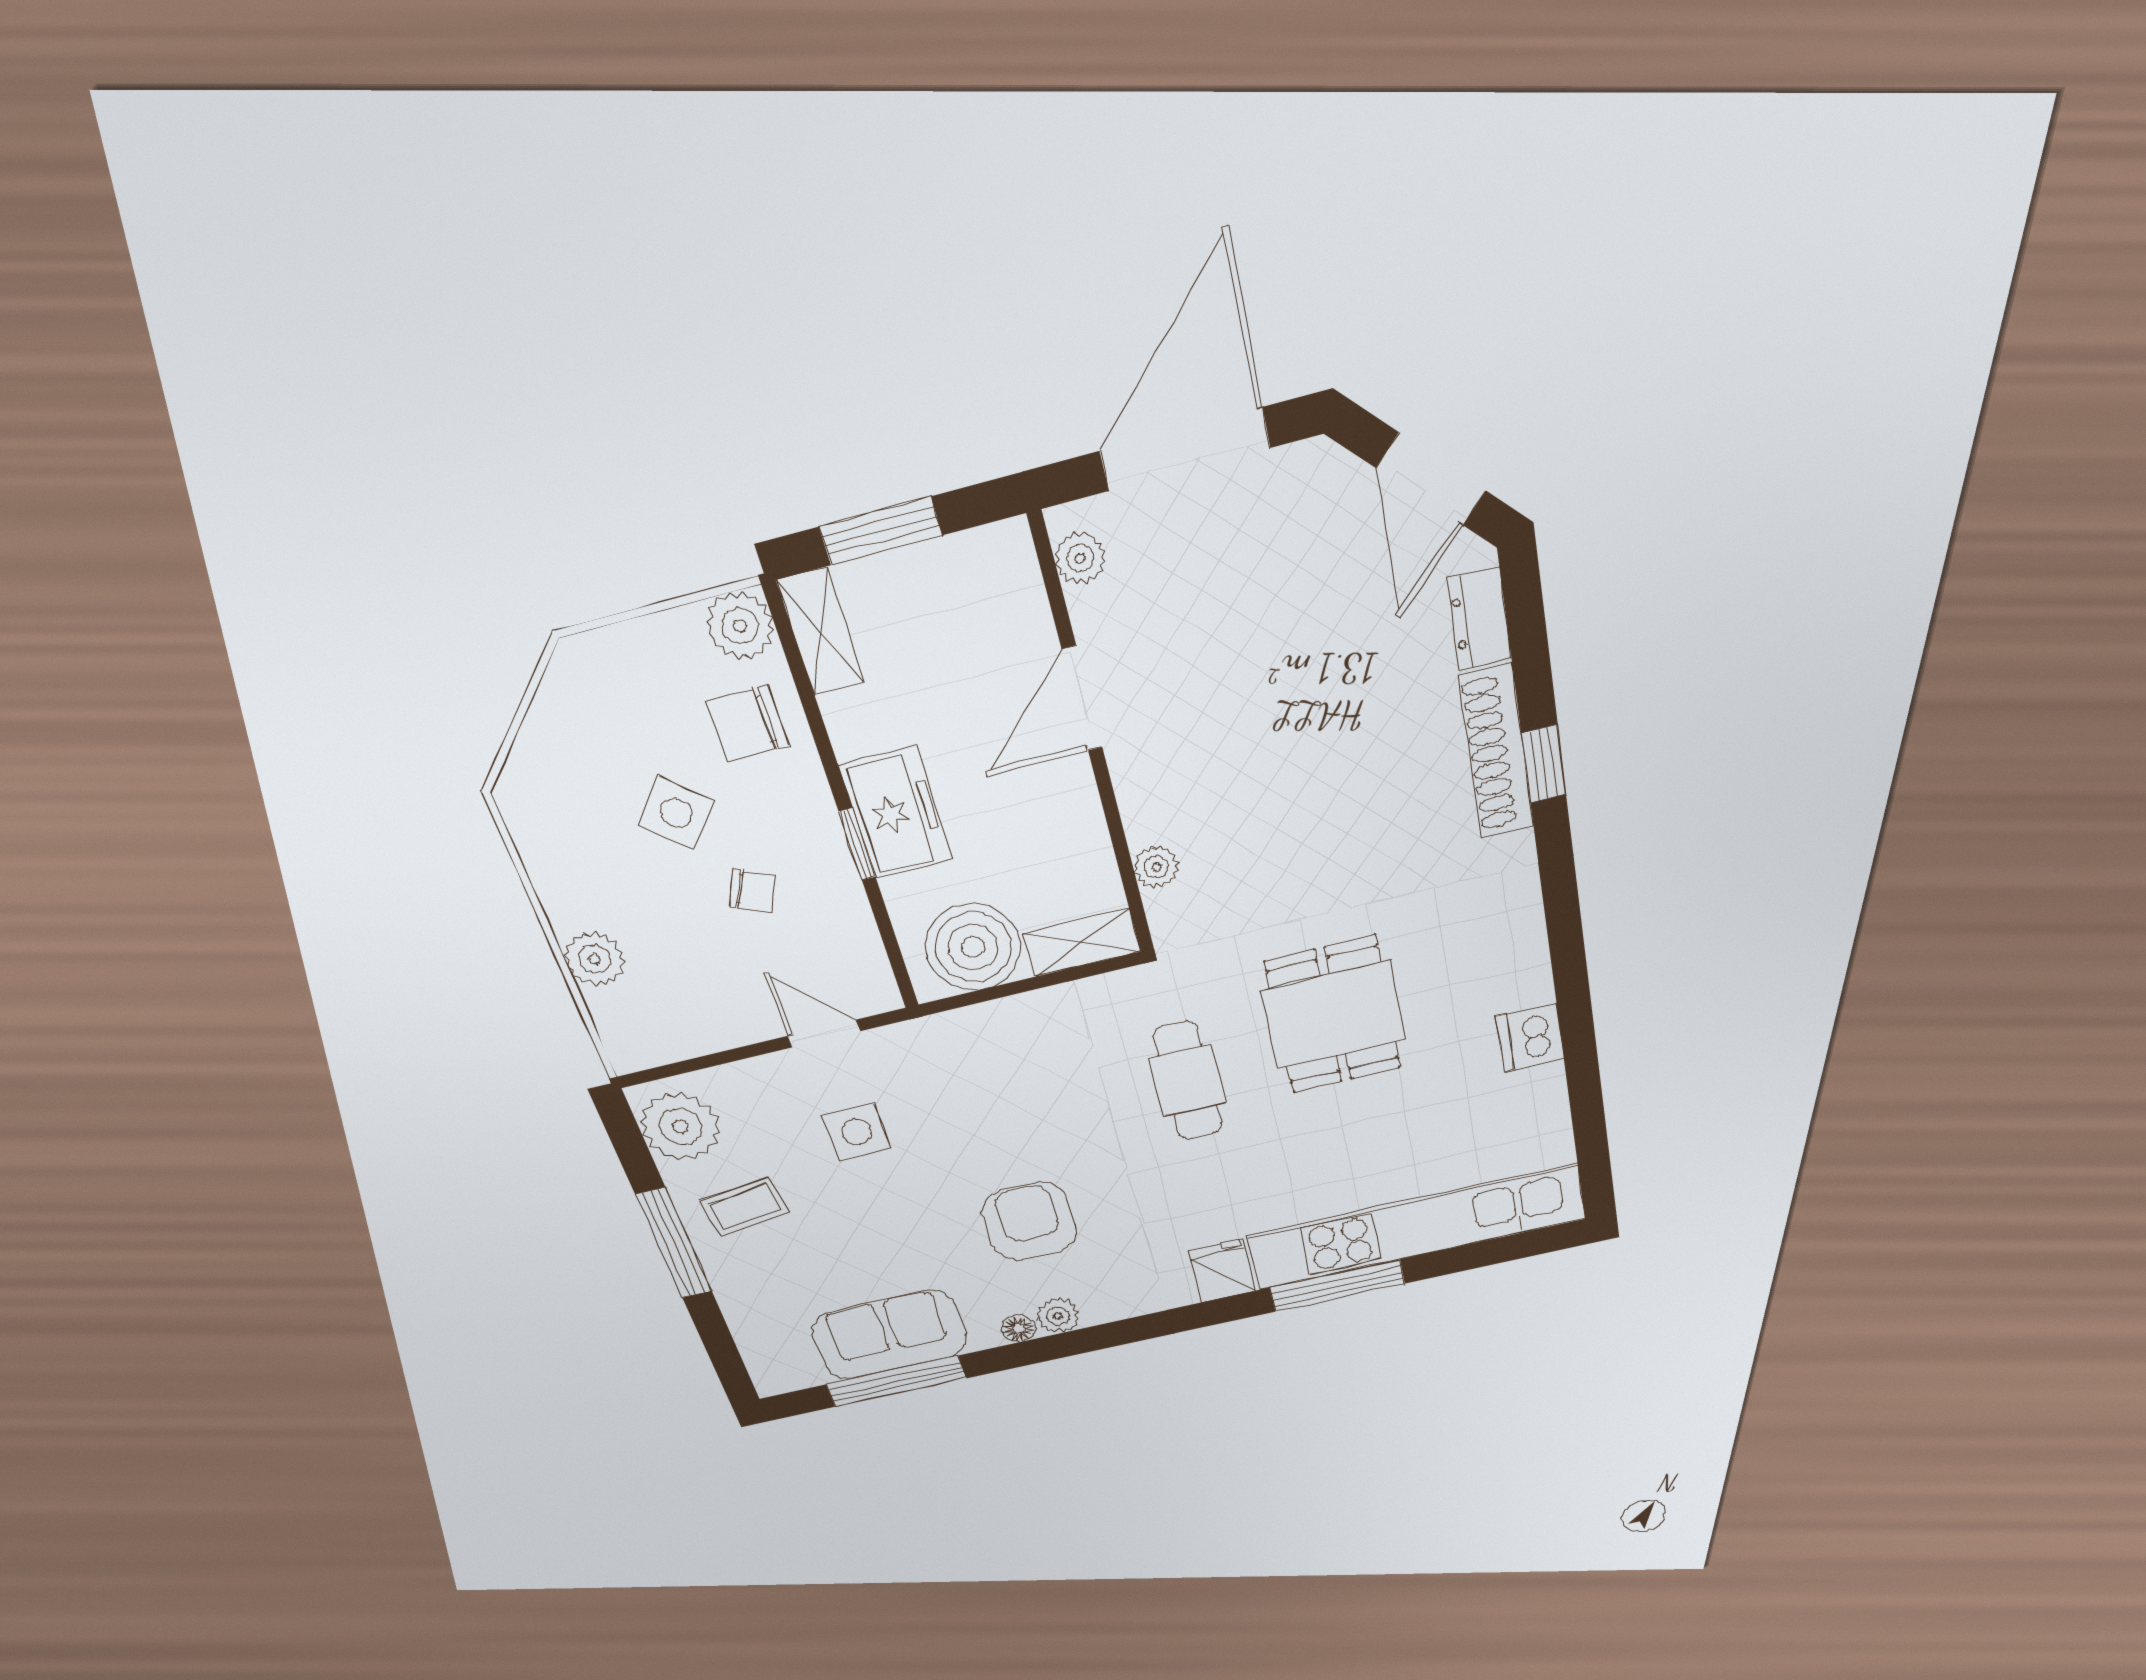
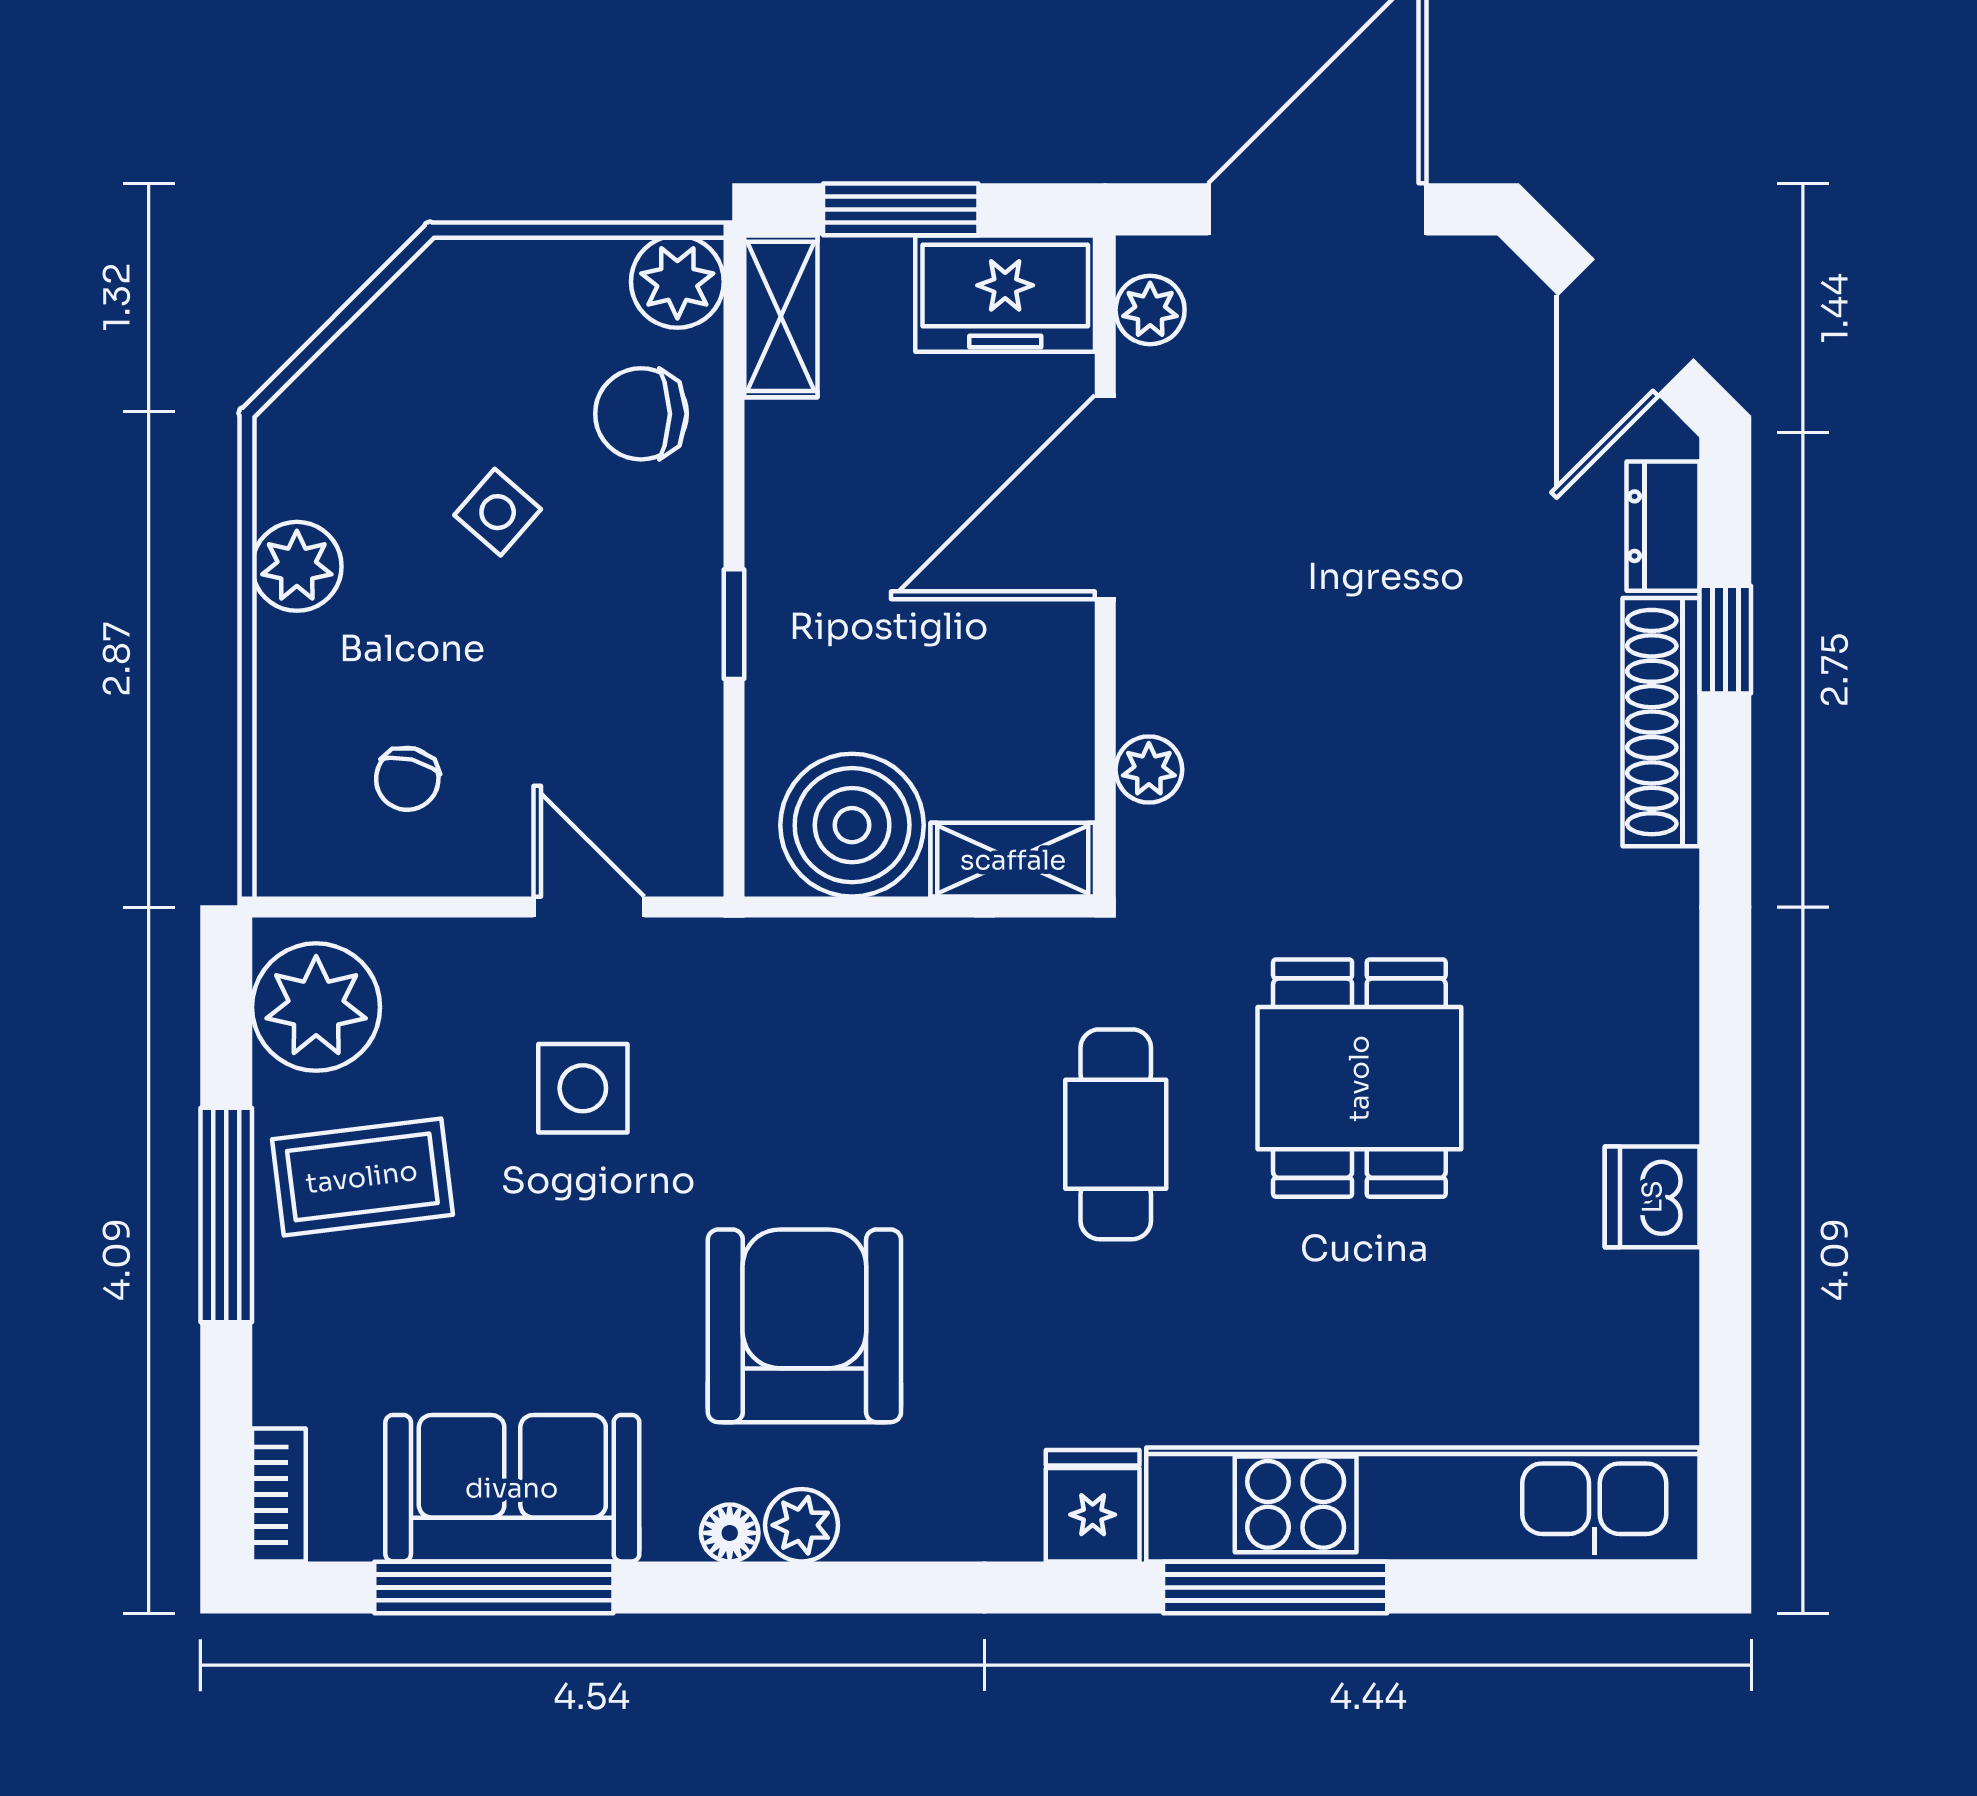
door: (1082, 699) -> (1105, 497), width x1.36
window: (1544, 764) -> (1725, 640), moved
side table: (676, 813) -> (498, 512), width x0.73, depth x0.73
freezer: (896, 813) -> (1005, 294), moved, turned 90
chair: (752, 891) -> (407, 779), moved, turned 79
plant: (595, 959) -> (297, 566), moved
coffee table: (744, 1207) -> (362, 1177), width x1.36, depth x1.30
armchair: (1029, 1222) -> (804, 1326), width x1.36, depth x1.36
bookcase: (761, 1366) -> (279, 1495), added

